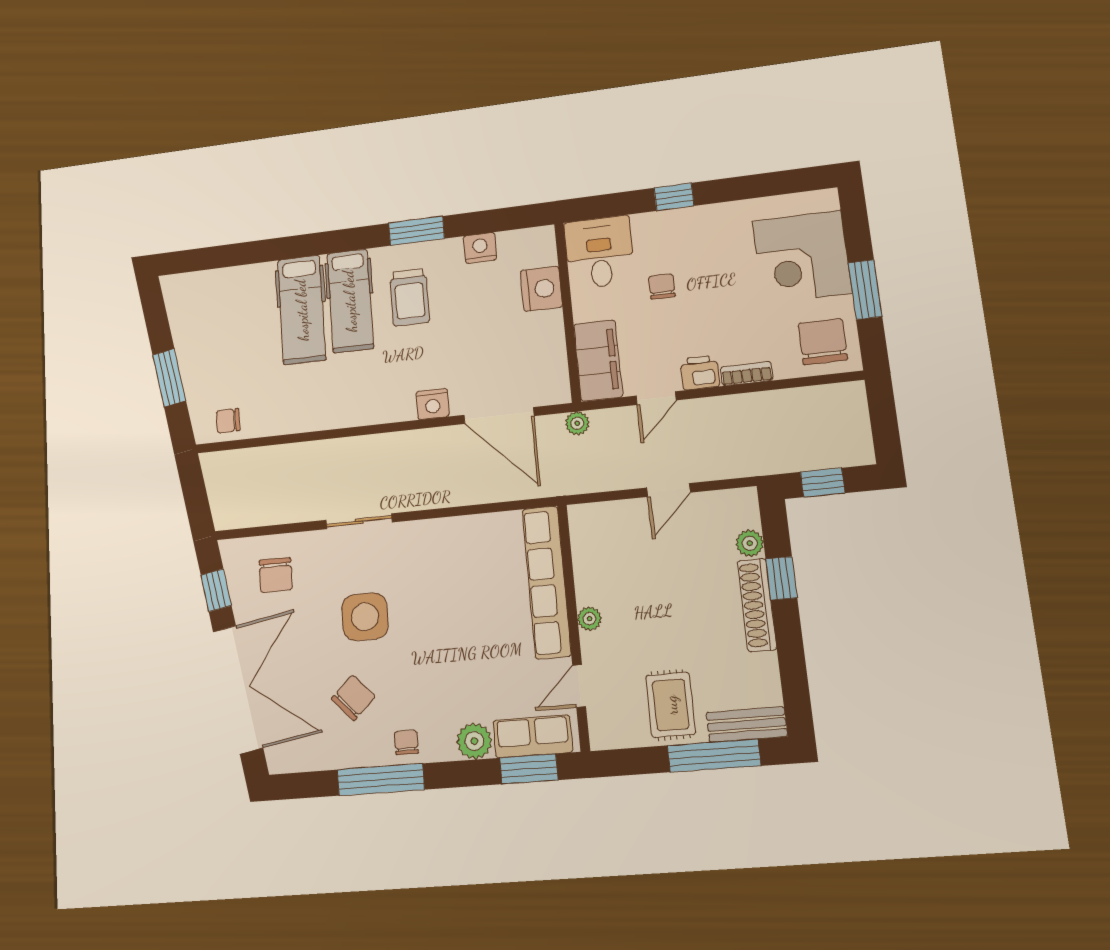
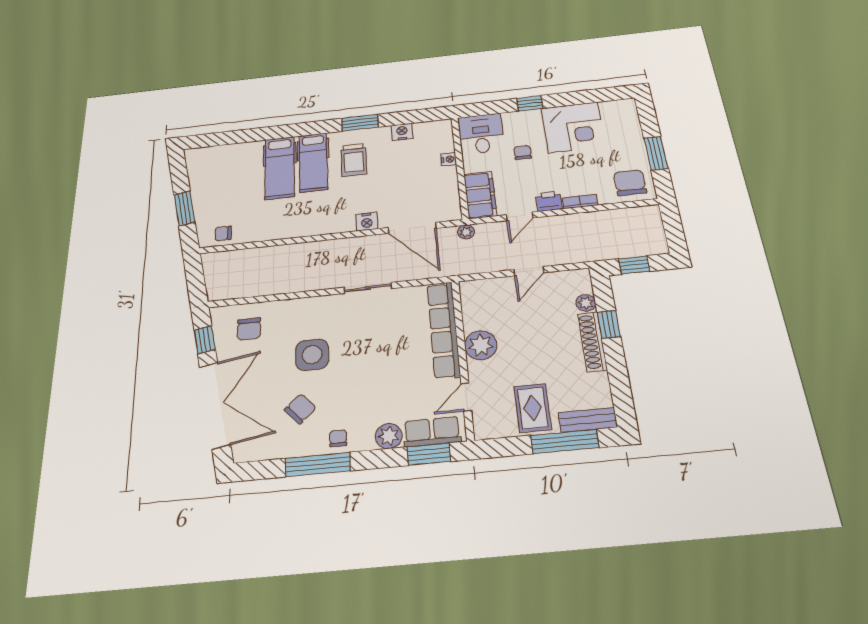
corner desk: (802, 257) -> (573, 127), moved, turned -90
nightstand: (541, 289) -> (449, 159), width x0.53, depth x0.56
sliding door: (359, 521) -> (368, 288), moved
plant: (589, 619) -> (481, 345), width x1.88, depth x1.88

